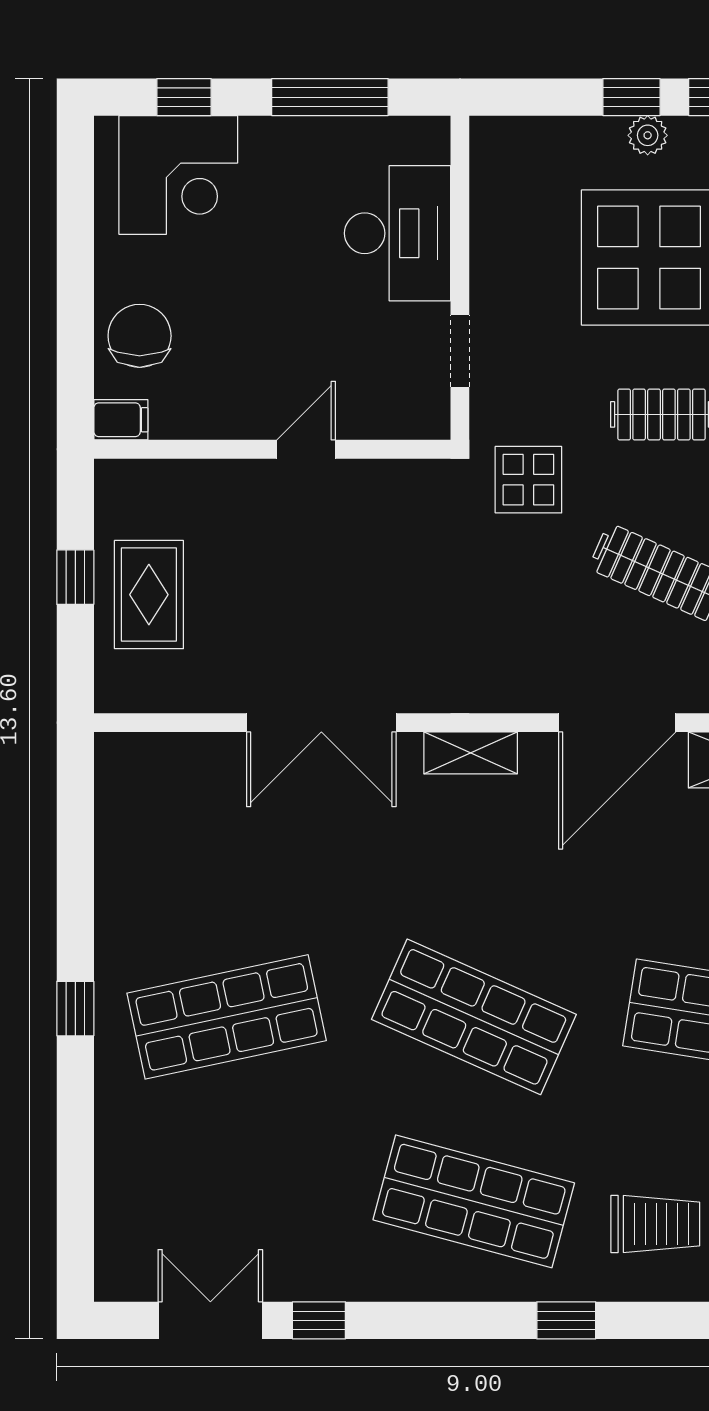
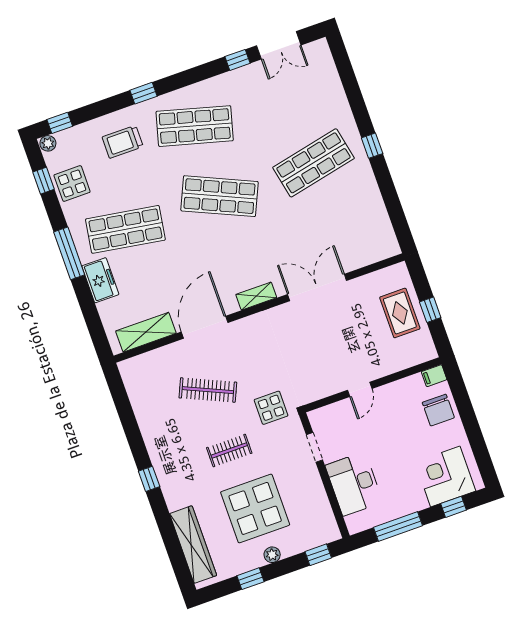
window: (631, 97) -> (318, 555), moved

